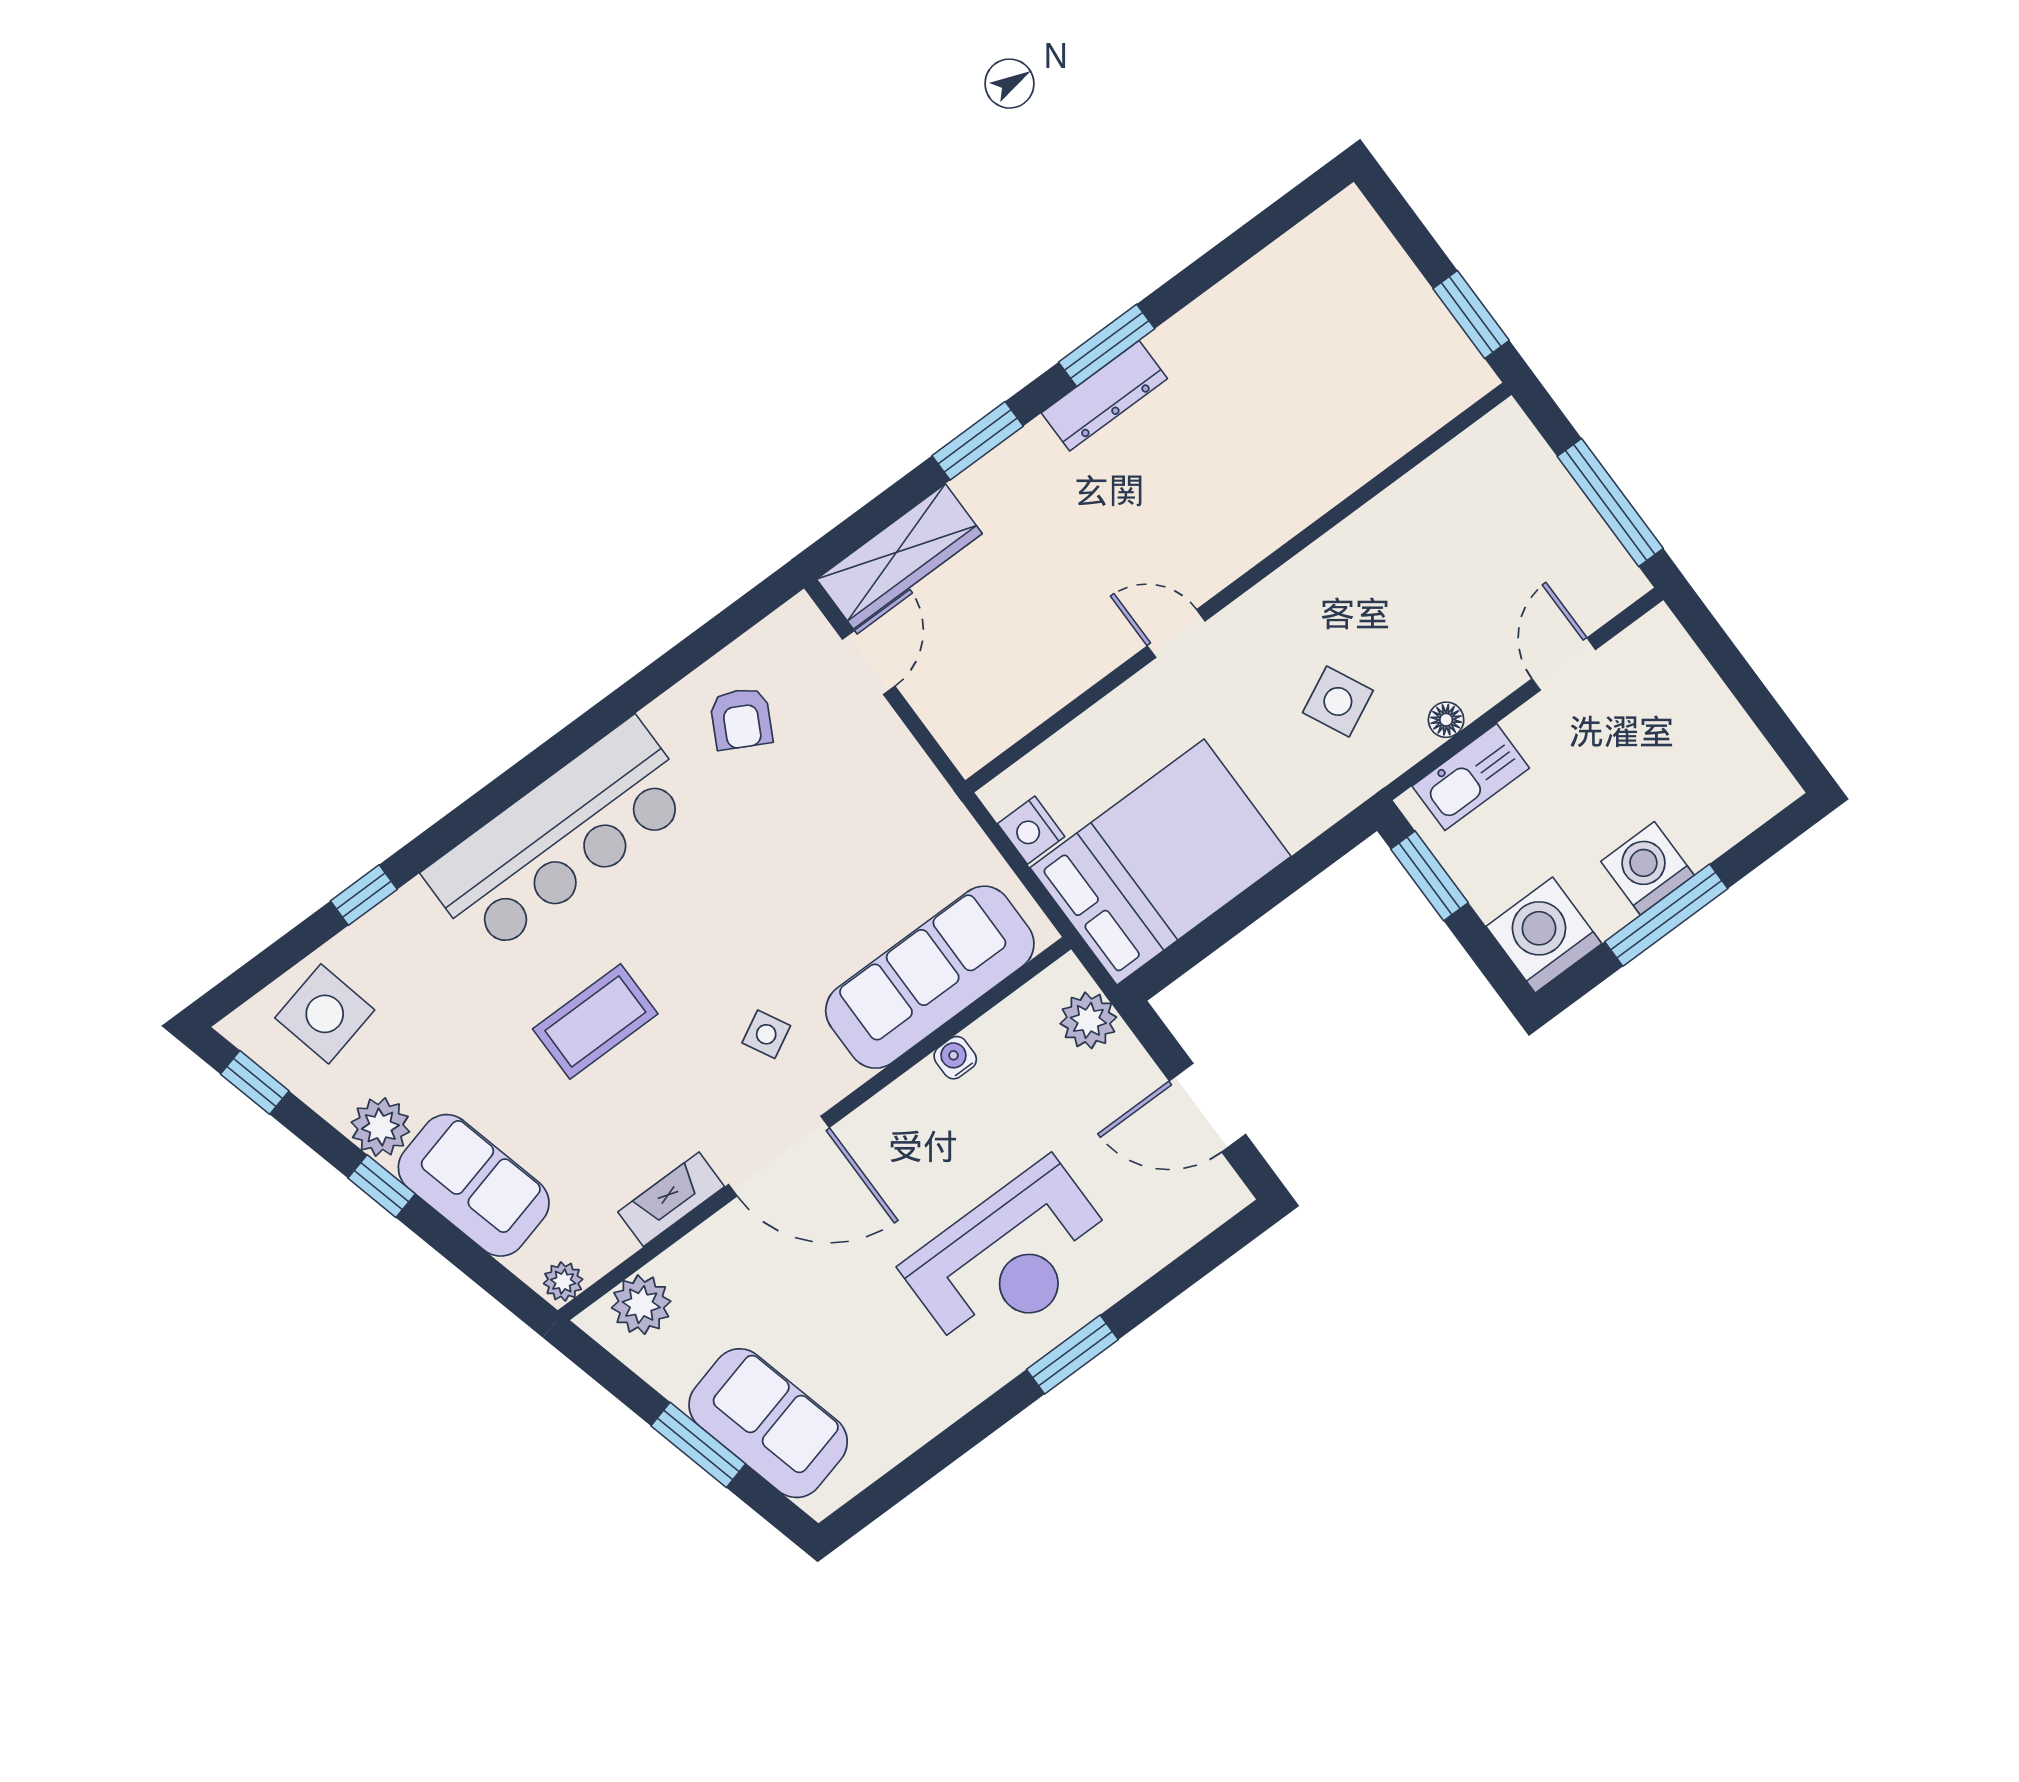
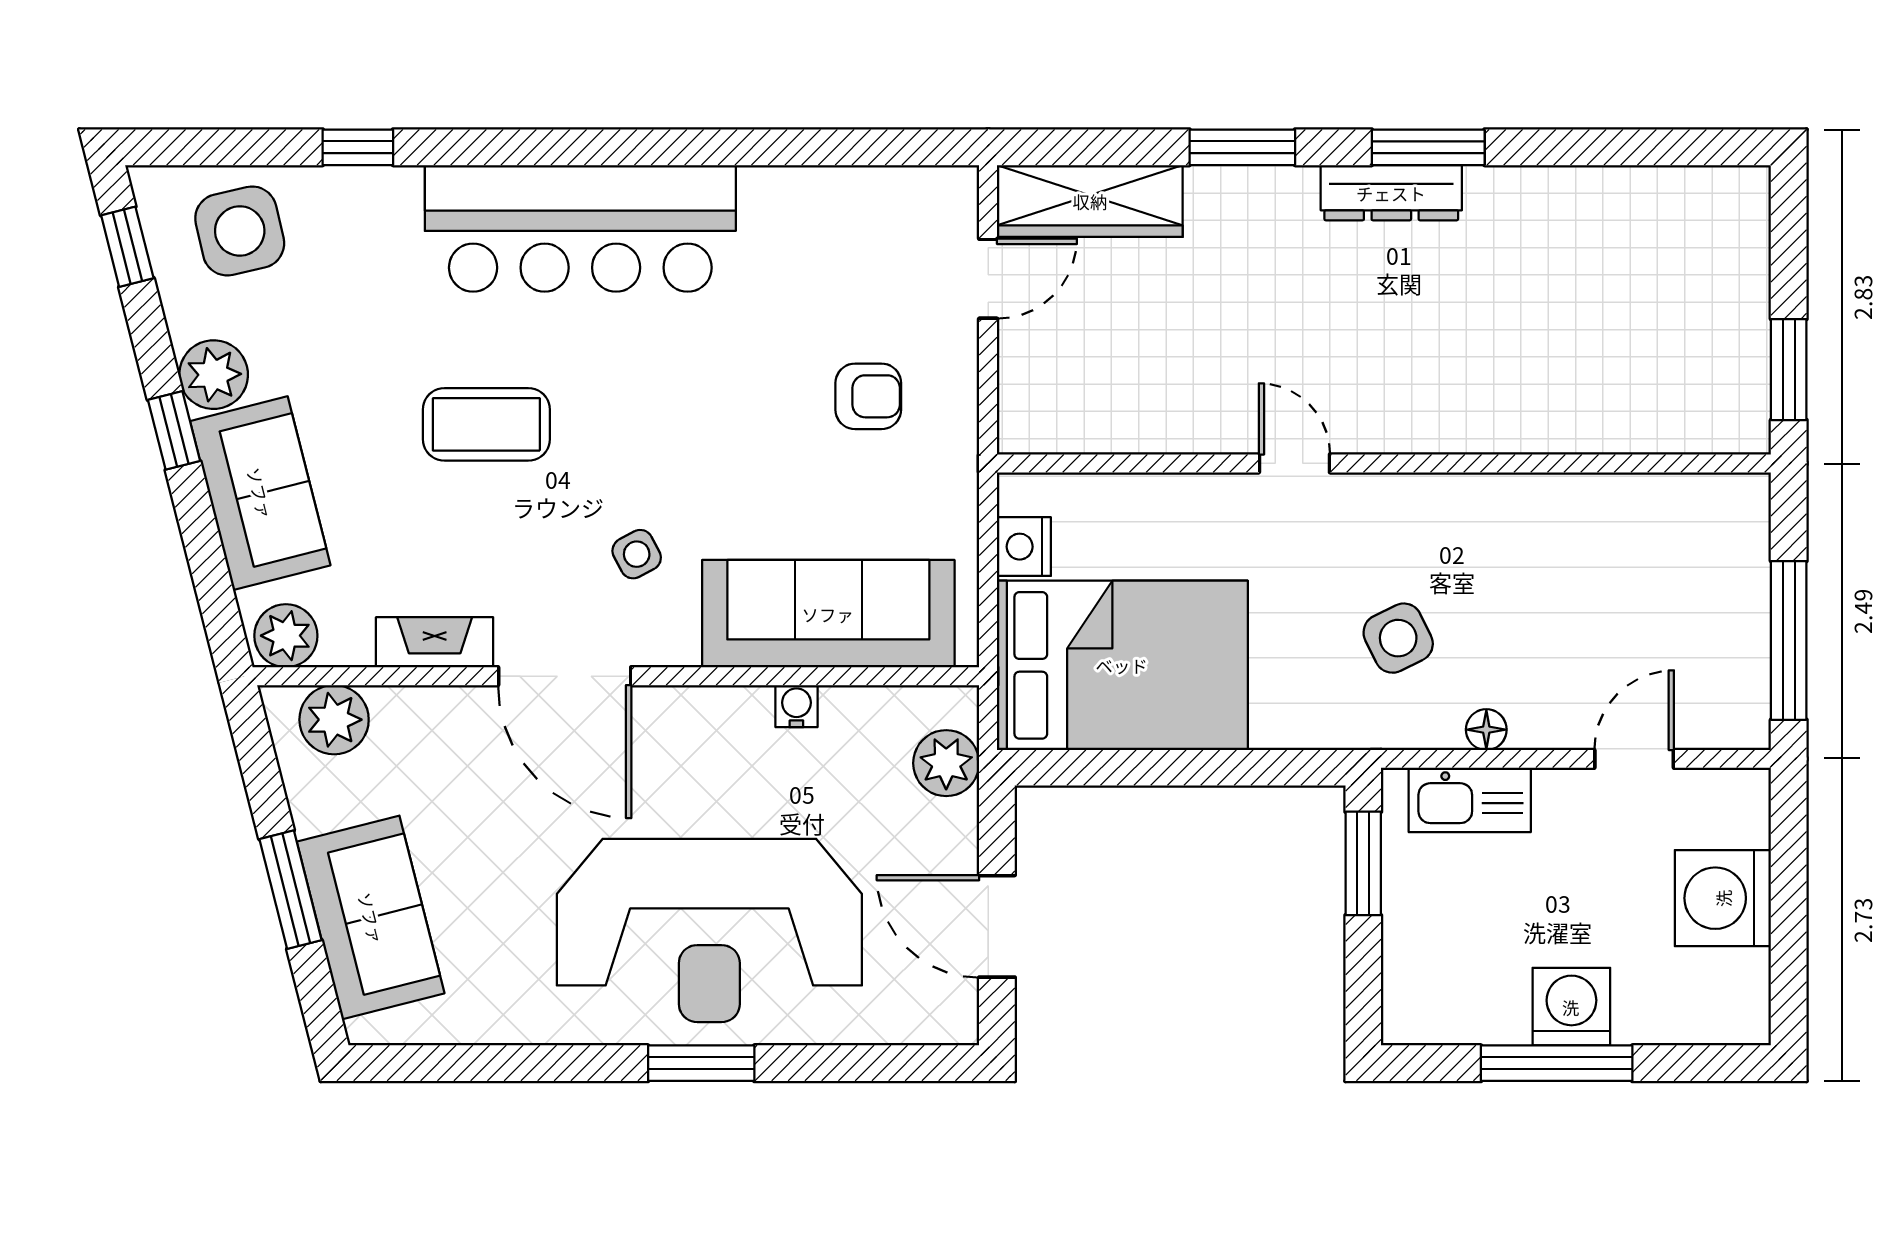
armchair: (741, 719) -> (868, 396), moved, turned -118
washing machine: (1544, 935) -> (1723, 898), moved, turned -90
reception desk: (1010, 1258) -> (709, 930), width x1.36, depth x1.30
plant: (563, 1281) -> (286, 636), width x1.38, depth x1.38

